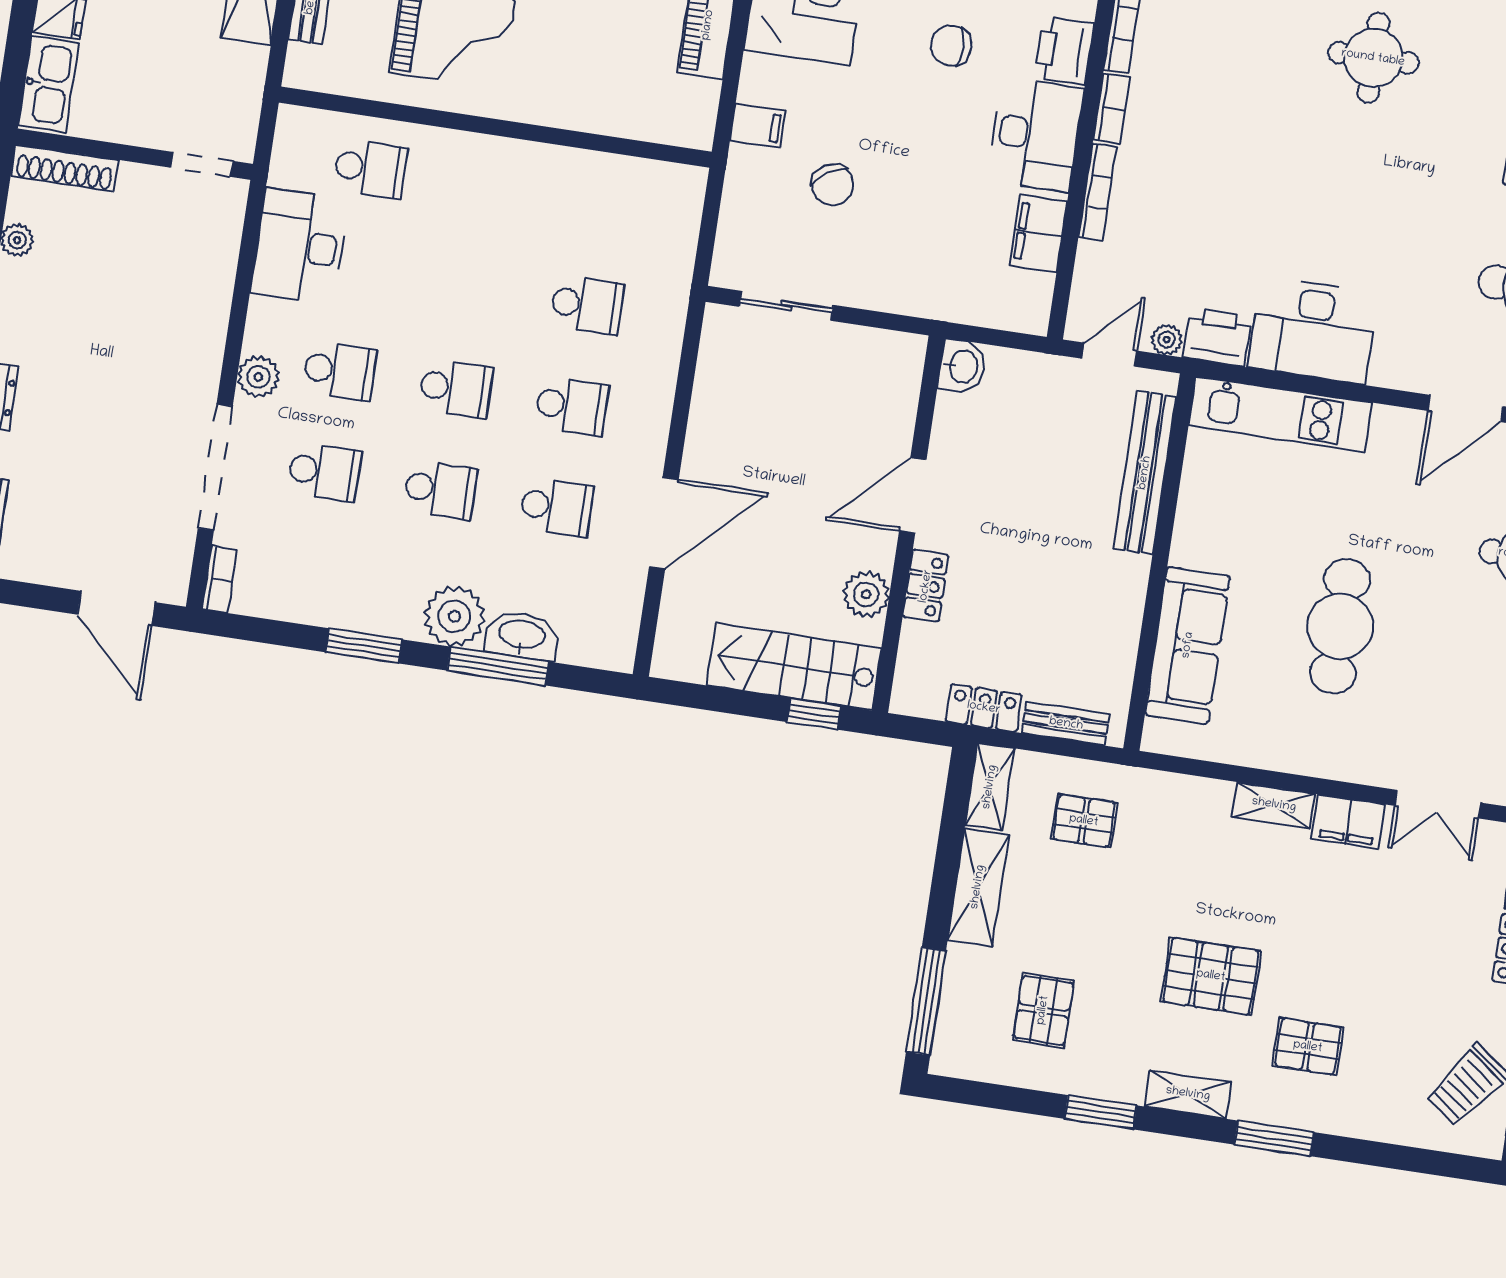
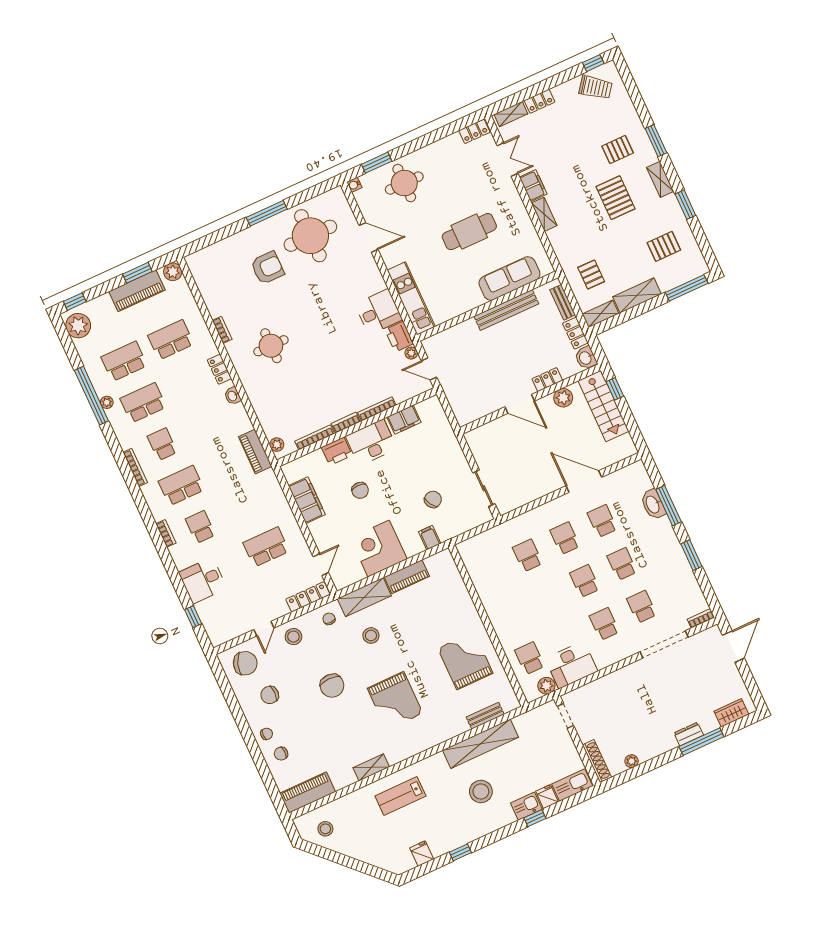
desk: (1313, 330) -> (379, 312), width x0.73
washbasin: (962, 366) -> (586, 358), moved, turned -90
plant: (258, 377) -> (546, 686), moved
bench: (1145, 473) -> (506, 310), moved
plant: (454, 616) -> (661, 531), removed
pallet: (1308, 1047) -> (618, 150), turned 90

